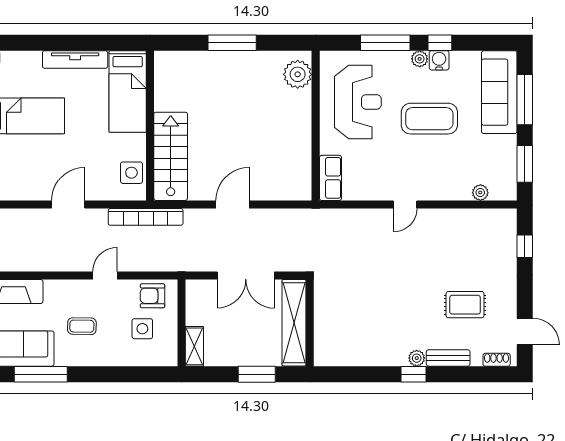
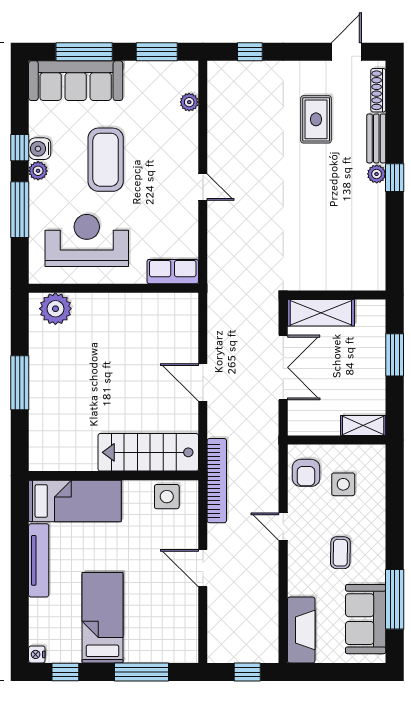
shelving: (294, 323) -> (321, 313), width x0.68
shoe rack: (497, 360) -> (378, 90), width x1.43

